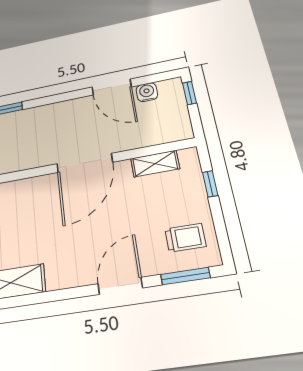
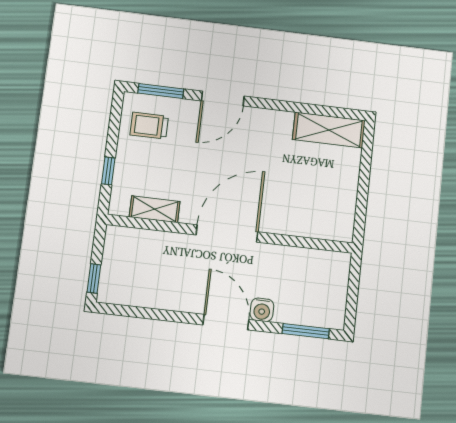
door: (112, 87) -> (226, 322), moved
water cooler: (147, 92) -> (262, 310), moved

